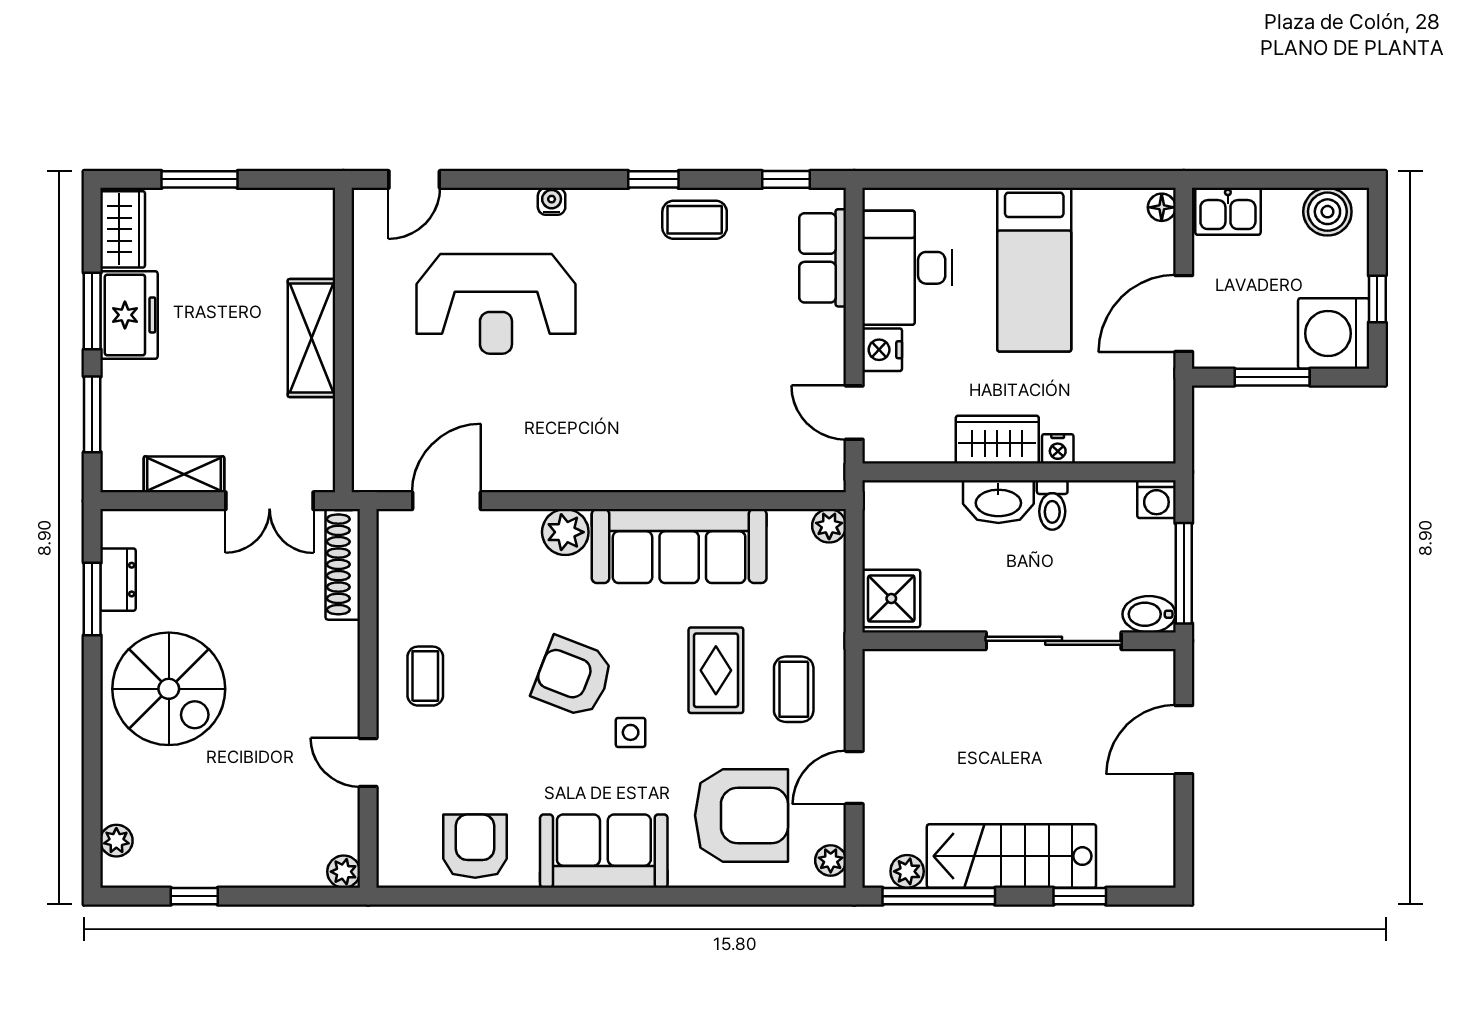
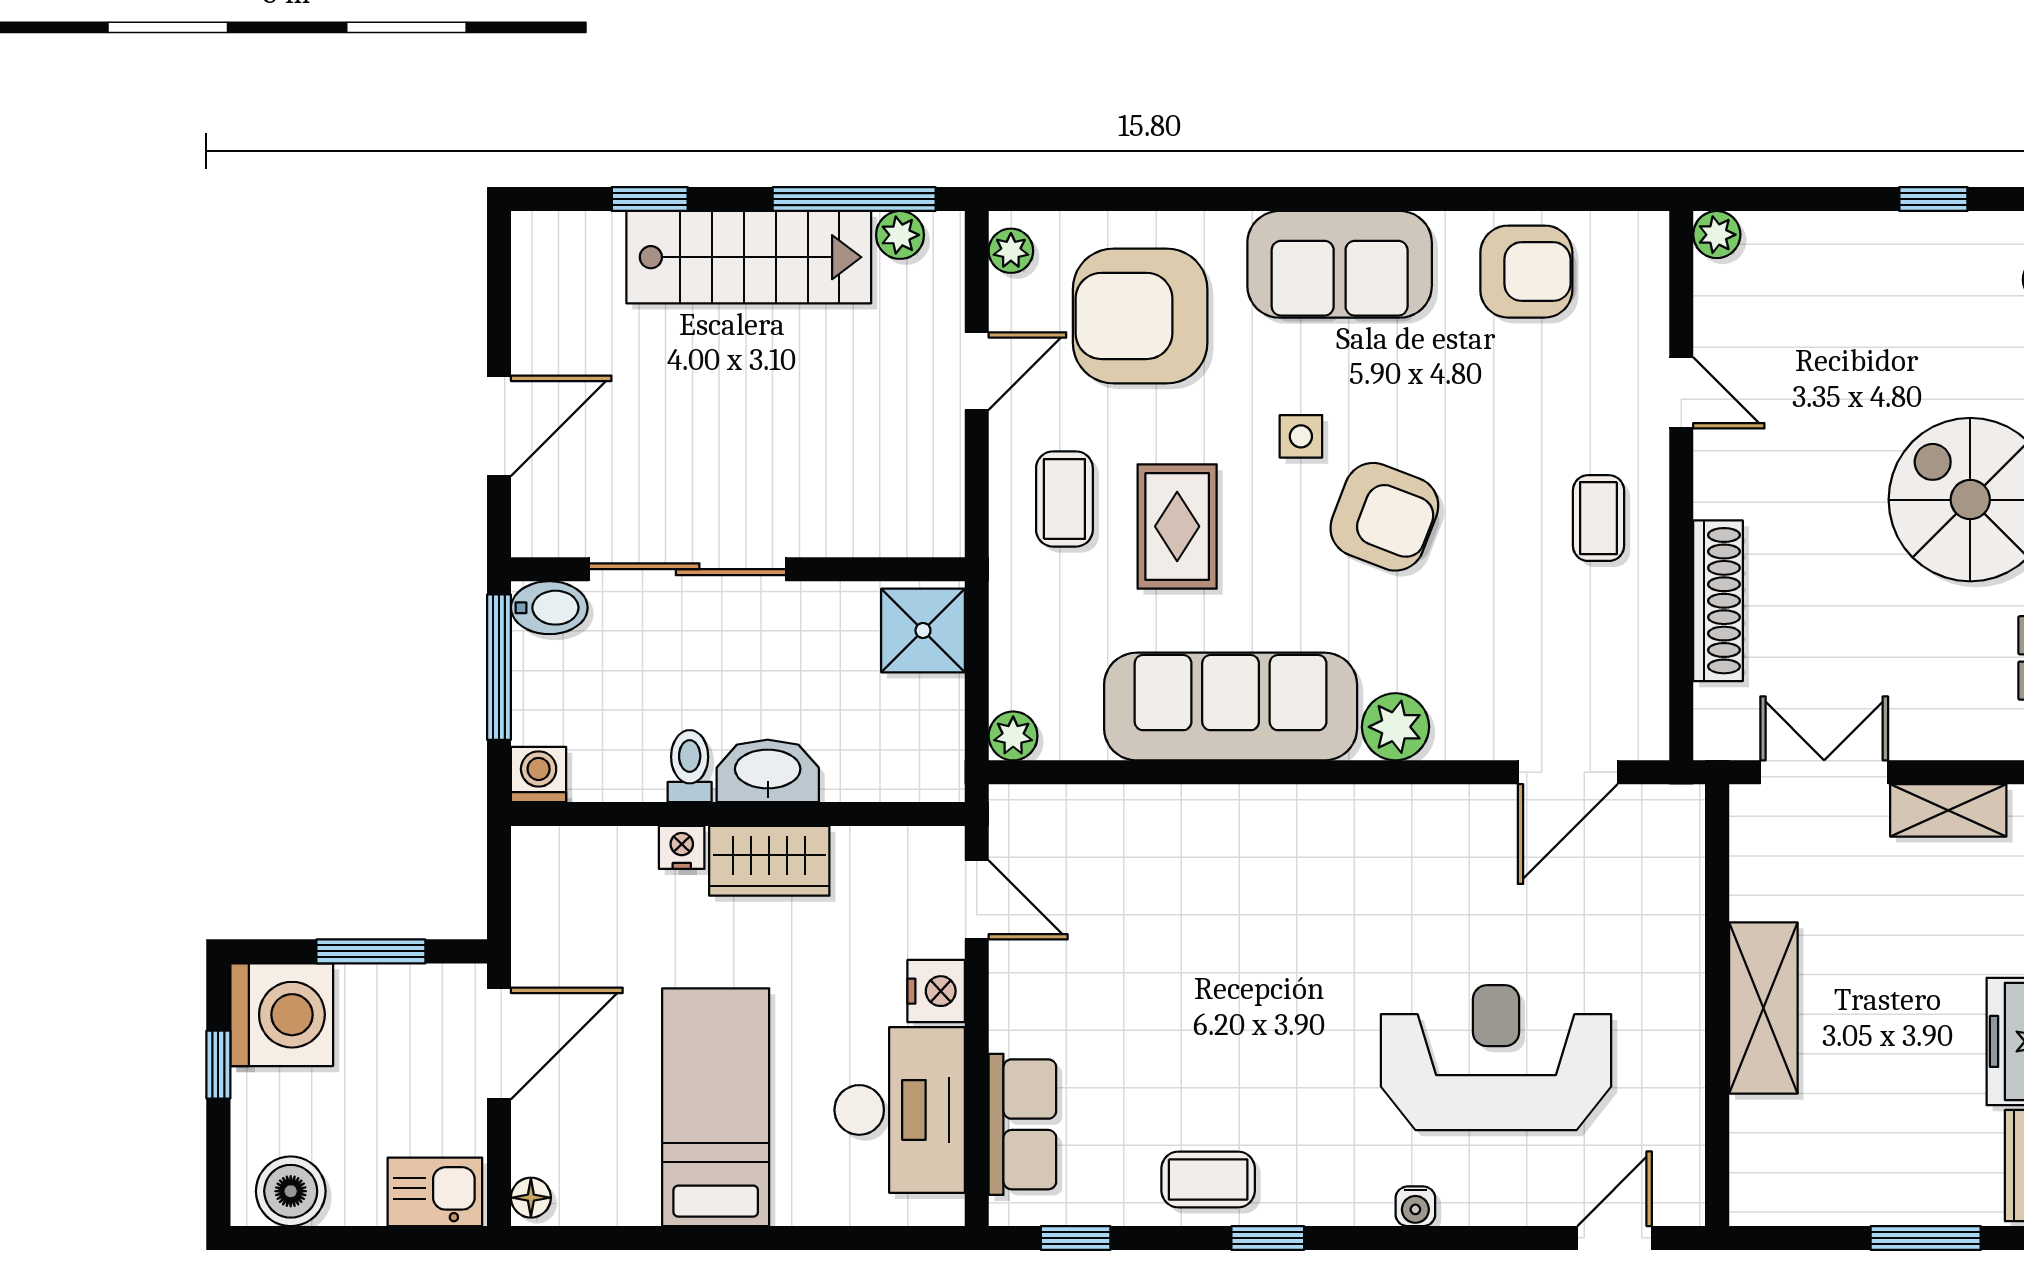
shoe rack: (343, 564) -> (1718, 601), moved
armchair: (475, 846) -> (1526, 272), turned -90

